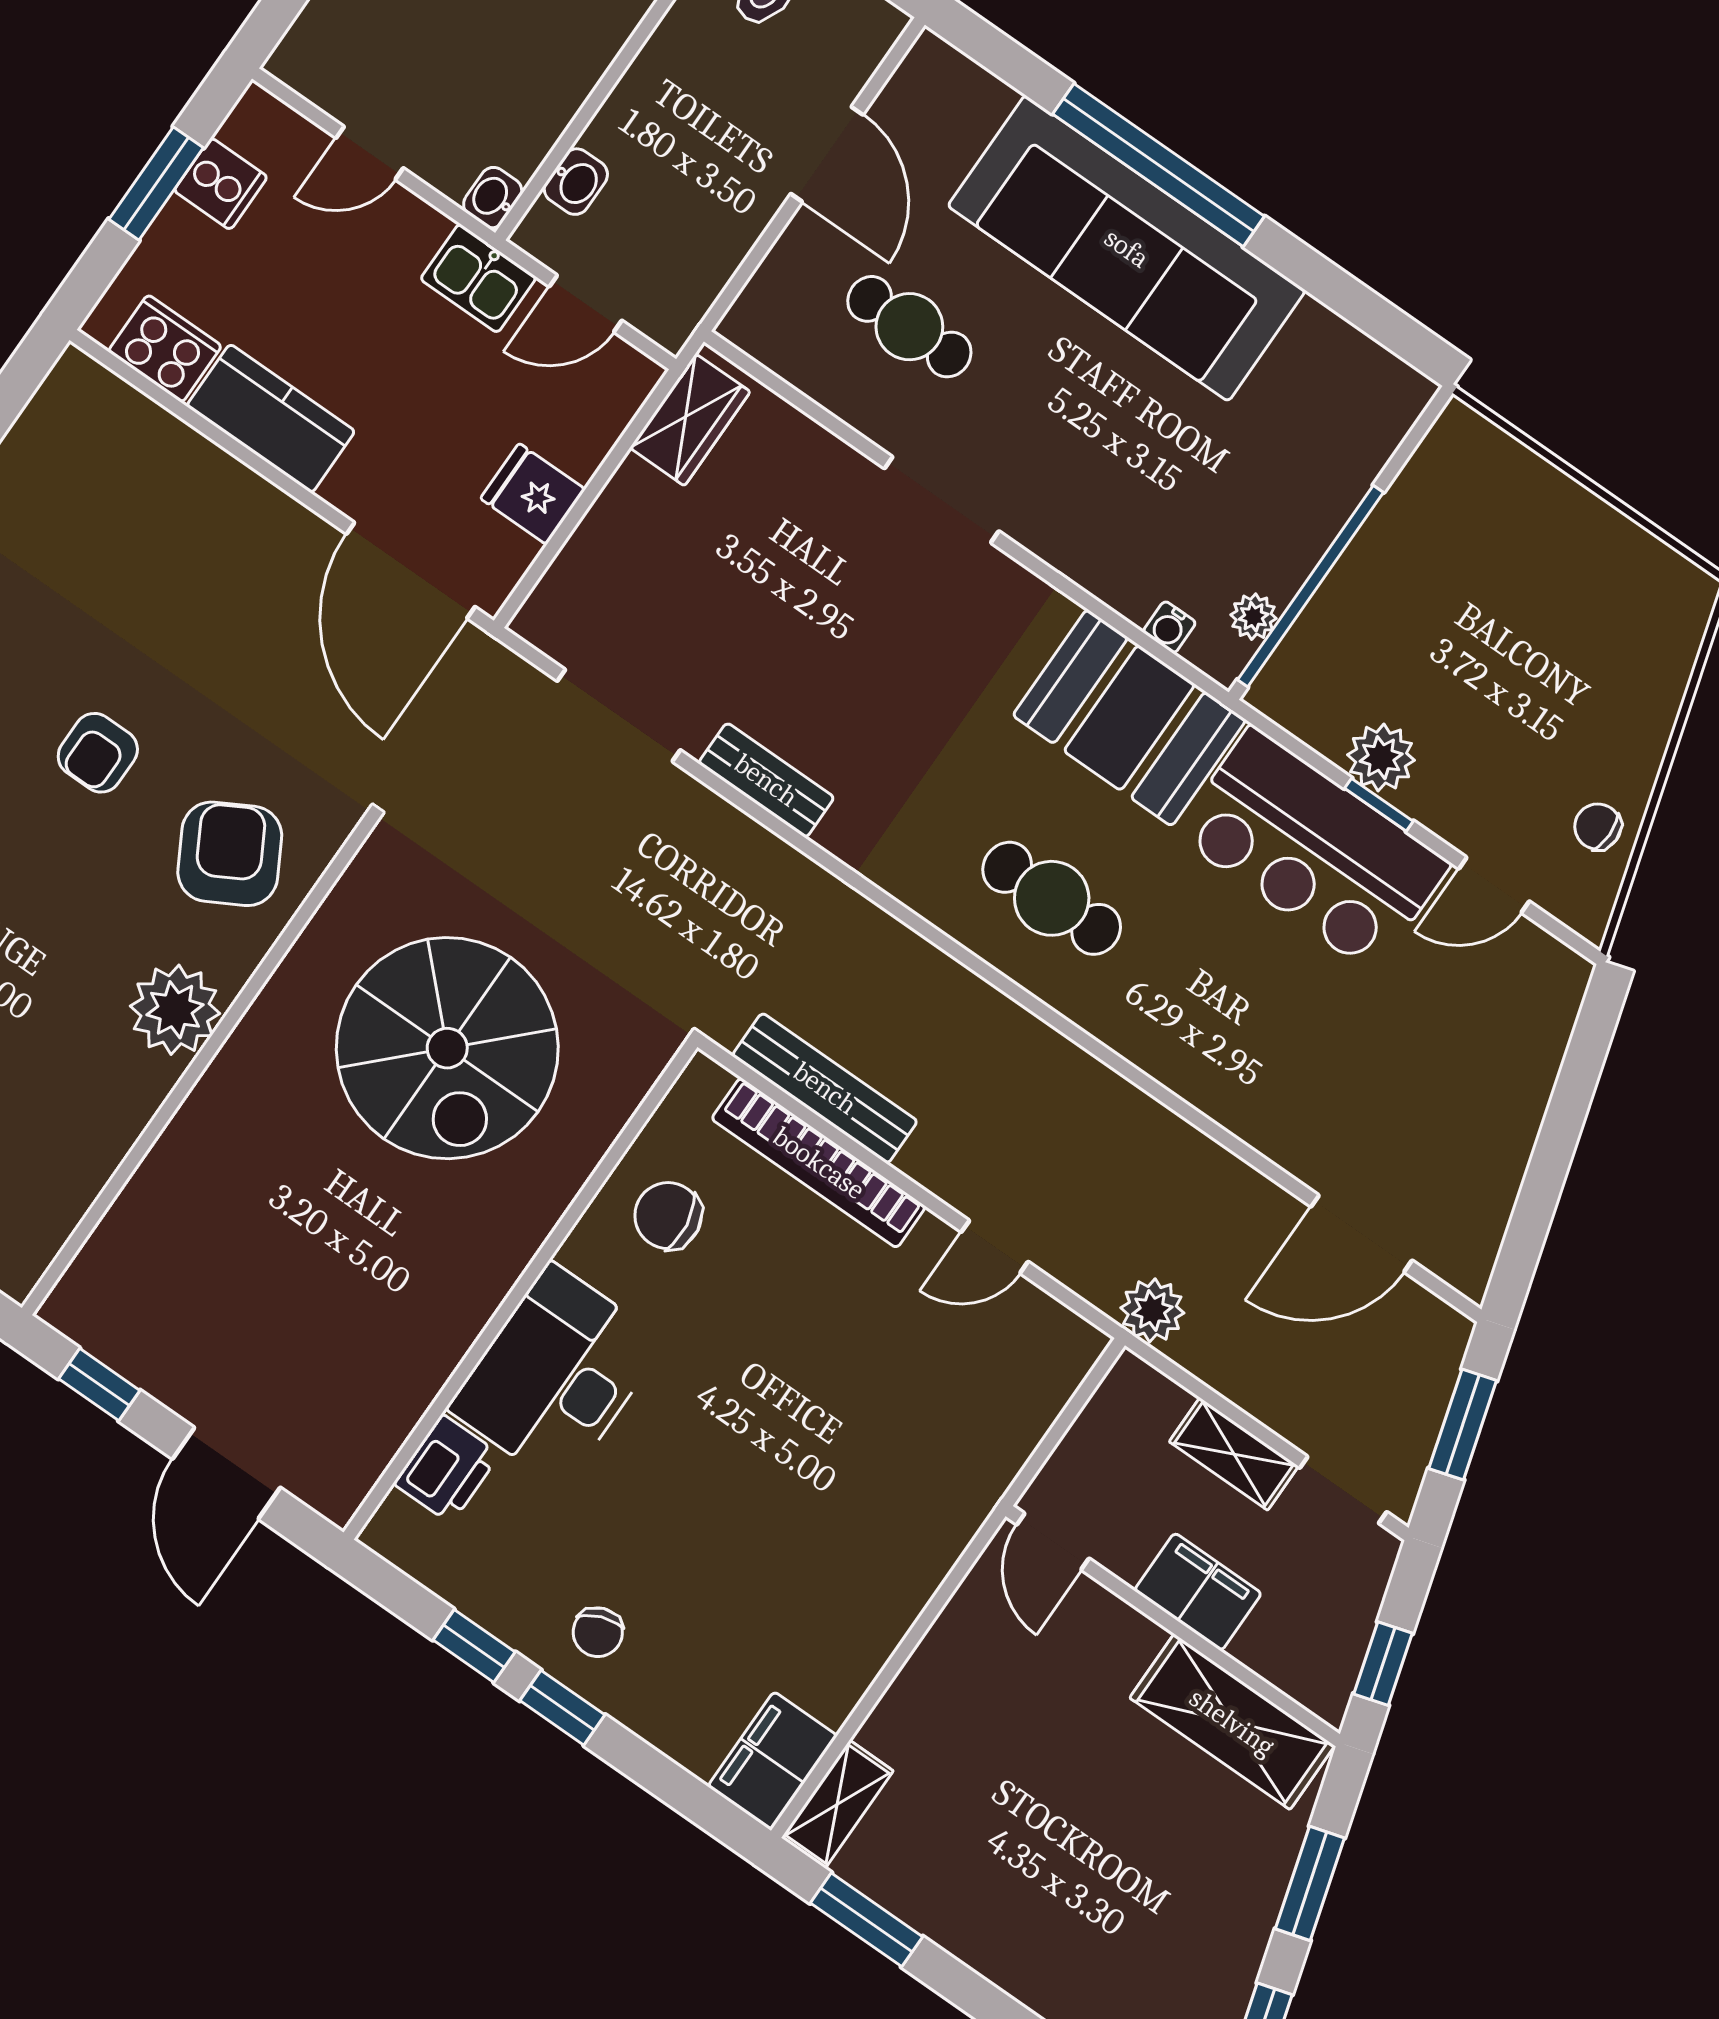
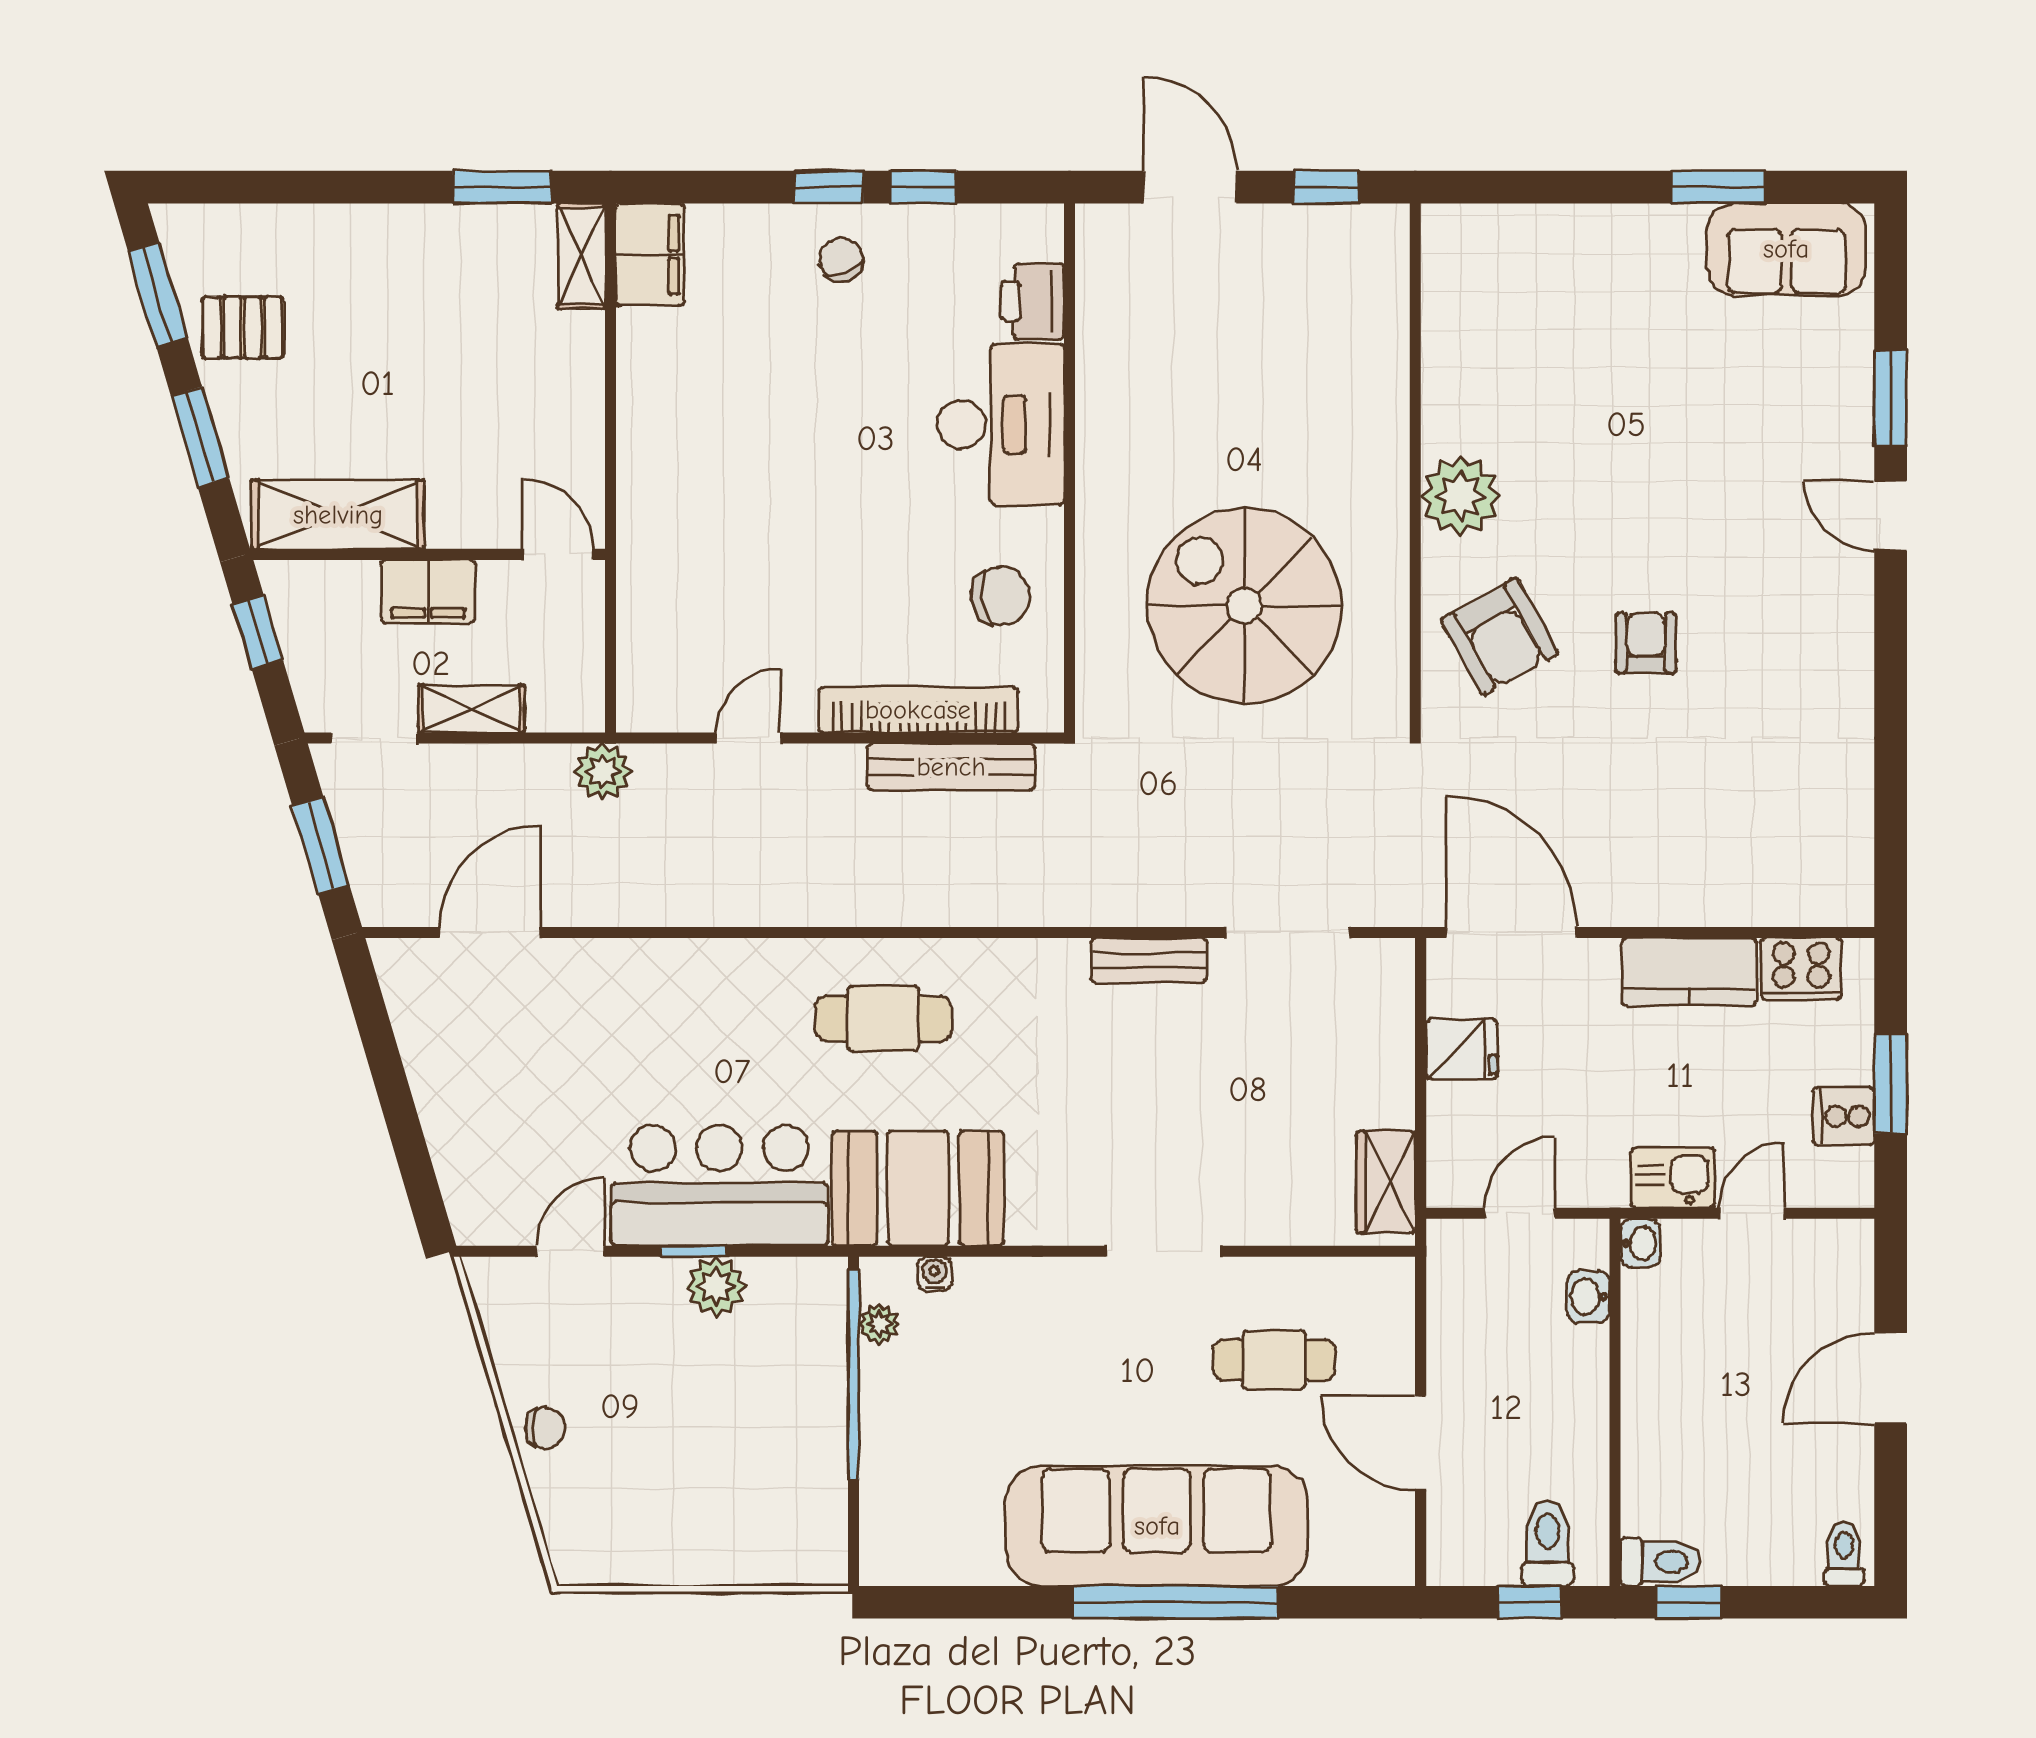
kitchen sink: (478, 278) -> (1673, 1178), moved
chair: (1598, 827) -> (545, 1428), moved
pallet: (1199, 1958) -> (243, 327), added

